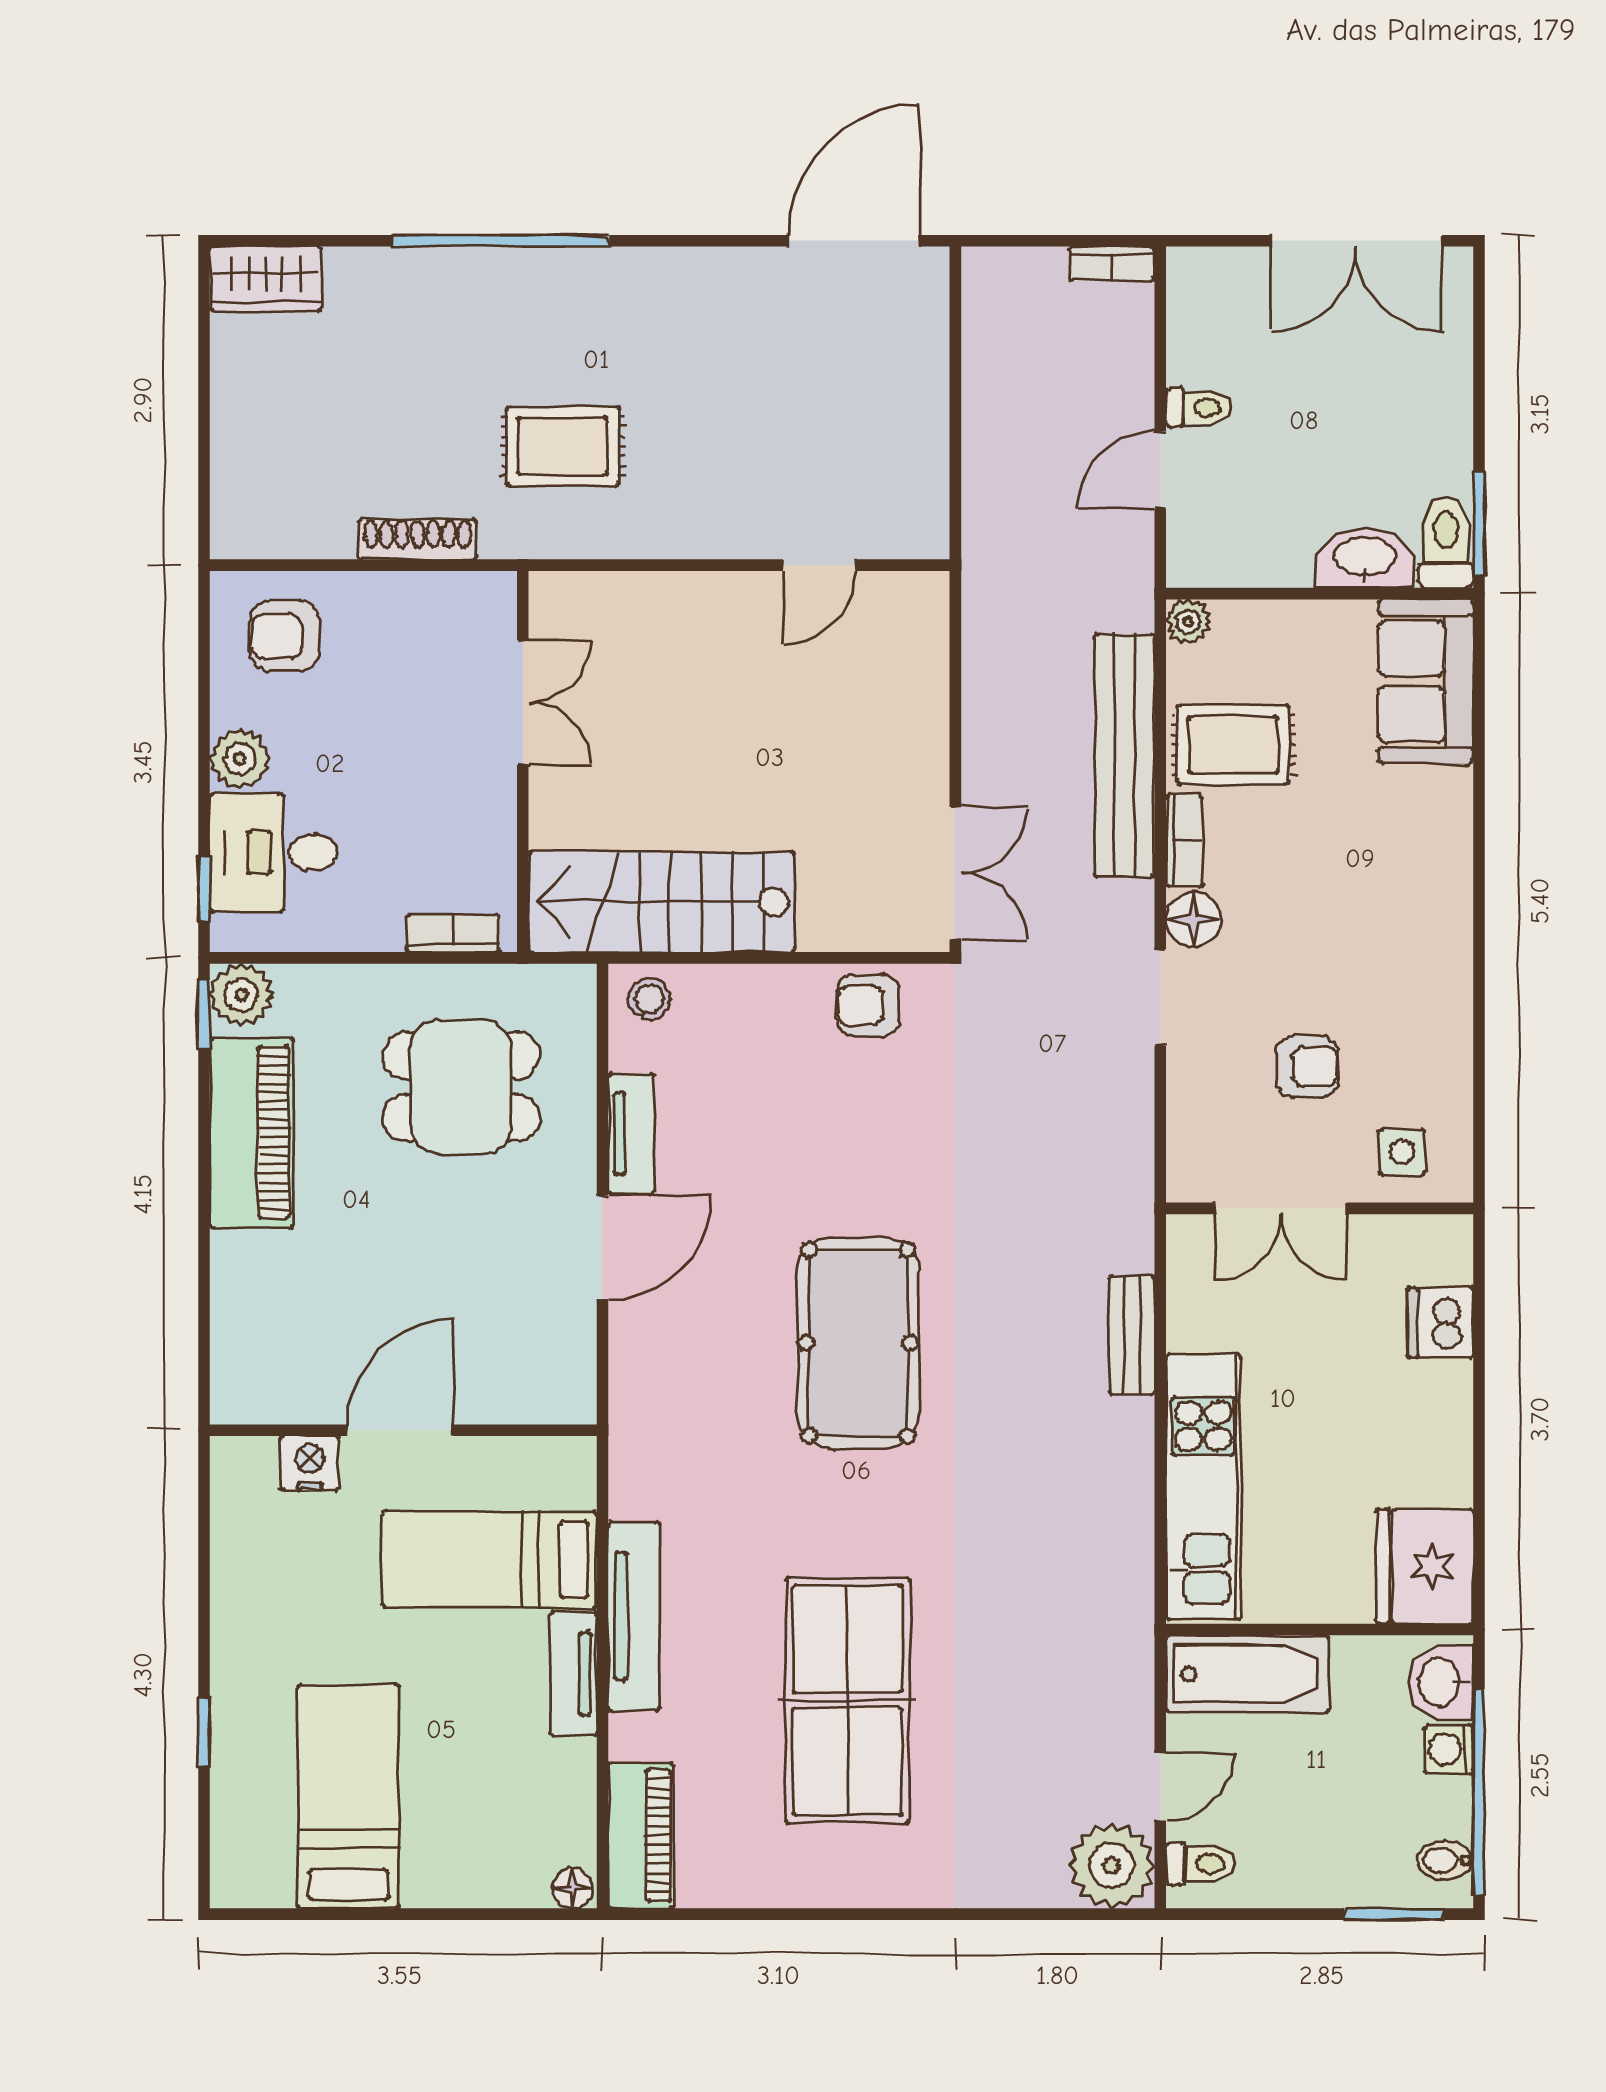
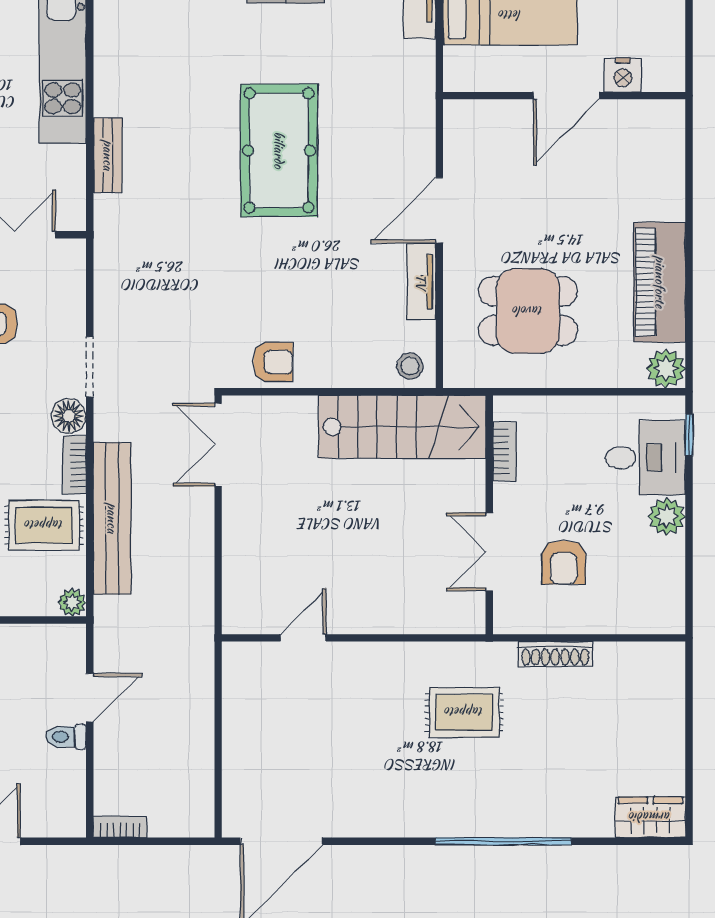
armchair: (285, 636) -> (564, 562), moved, turned 90
bookcase: (453, 933) -> (505, 452), moved, turned -90
window: (204, 1015) -> (689, 356), removed

